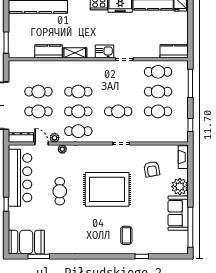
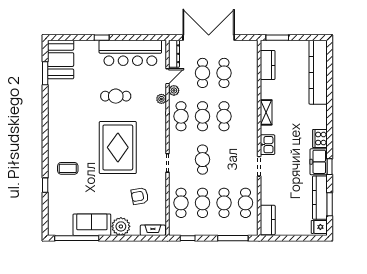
kitchen counter: (48, 51) -> (268, 65), moved
cafe table: (158, 131) -> (181, 203), added

